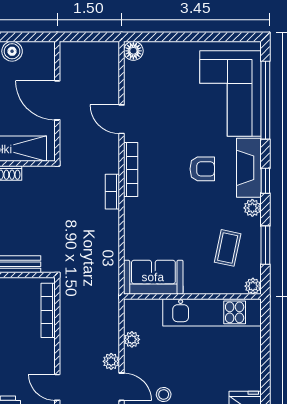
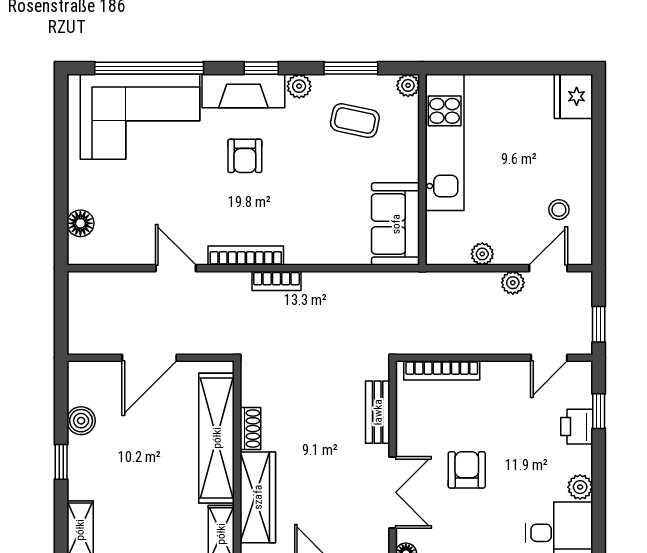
floor lamp: (133, 51) -> (80, 223), moved
door: (122, 119) -> (176, 268), swing flipped
armchair: (202, 169) -> (245, 156), turned 180

